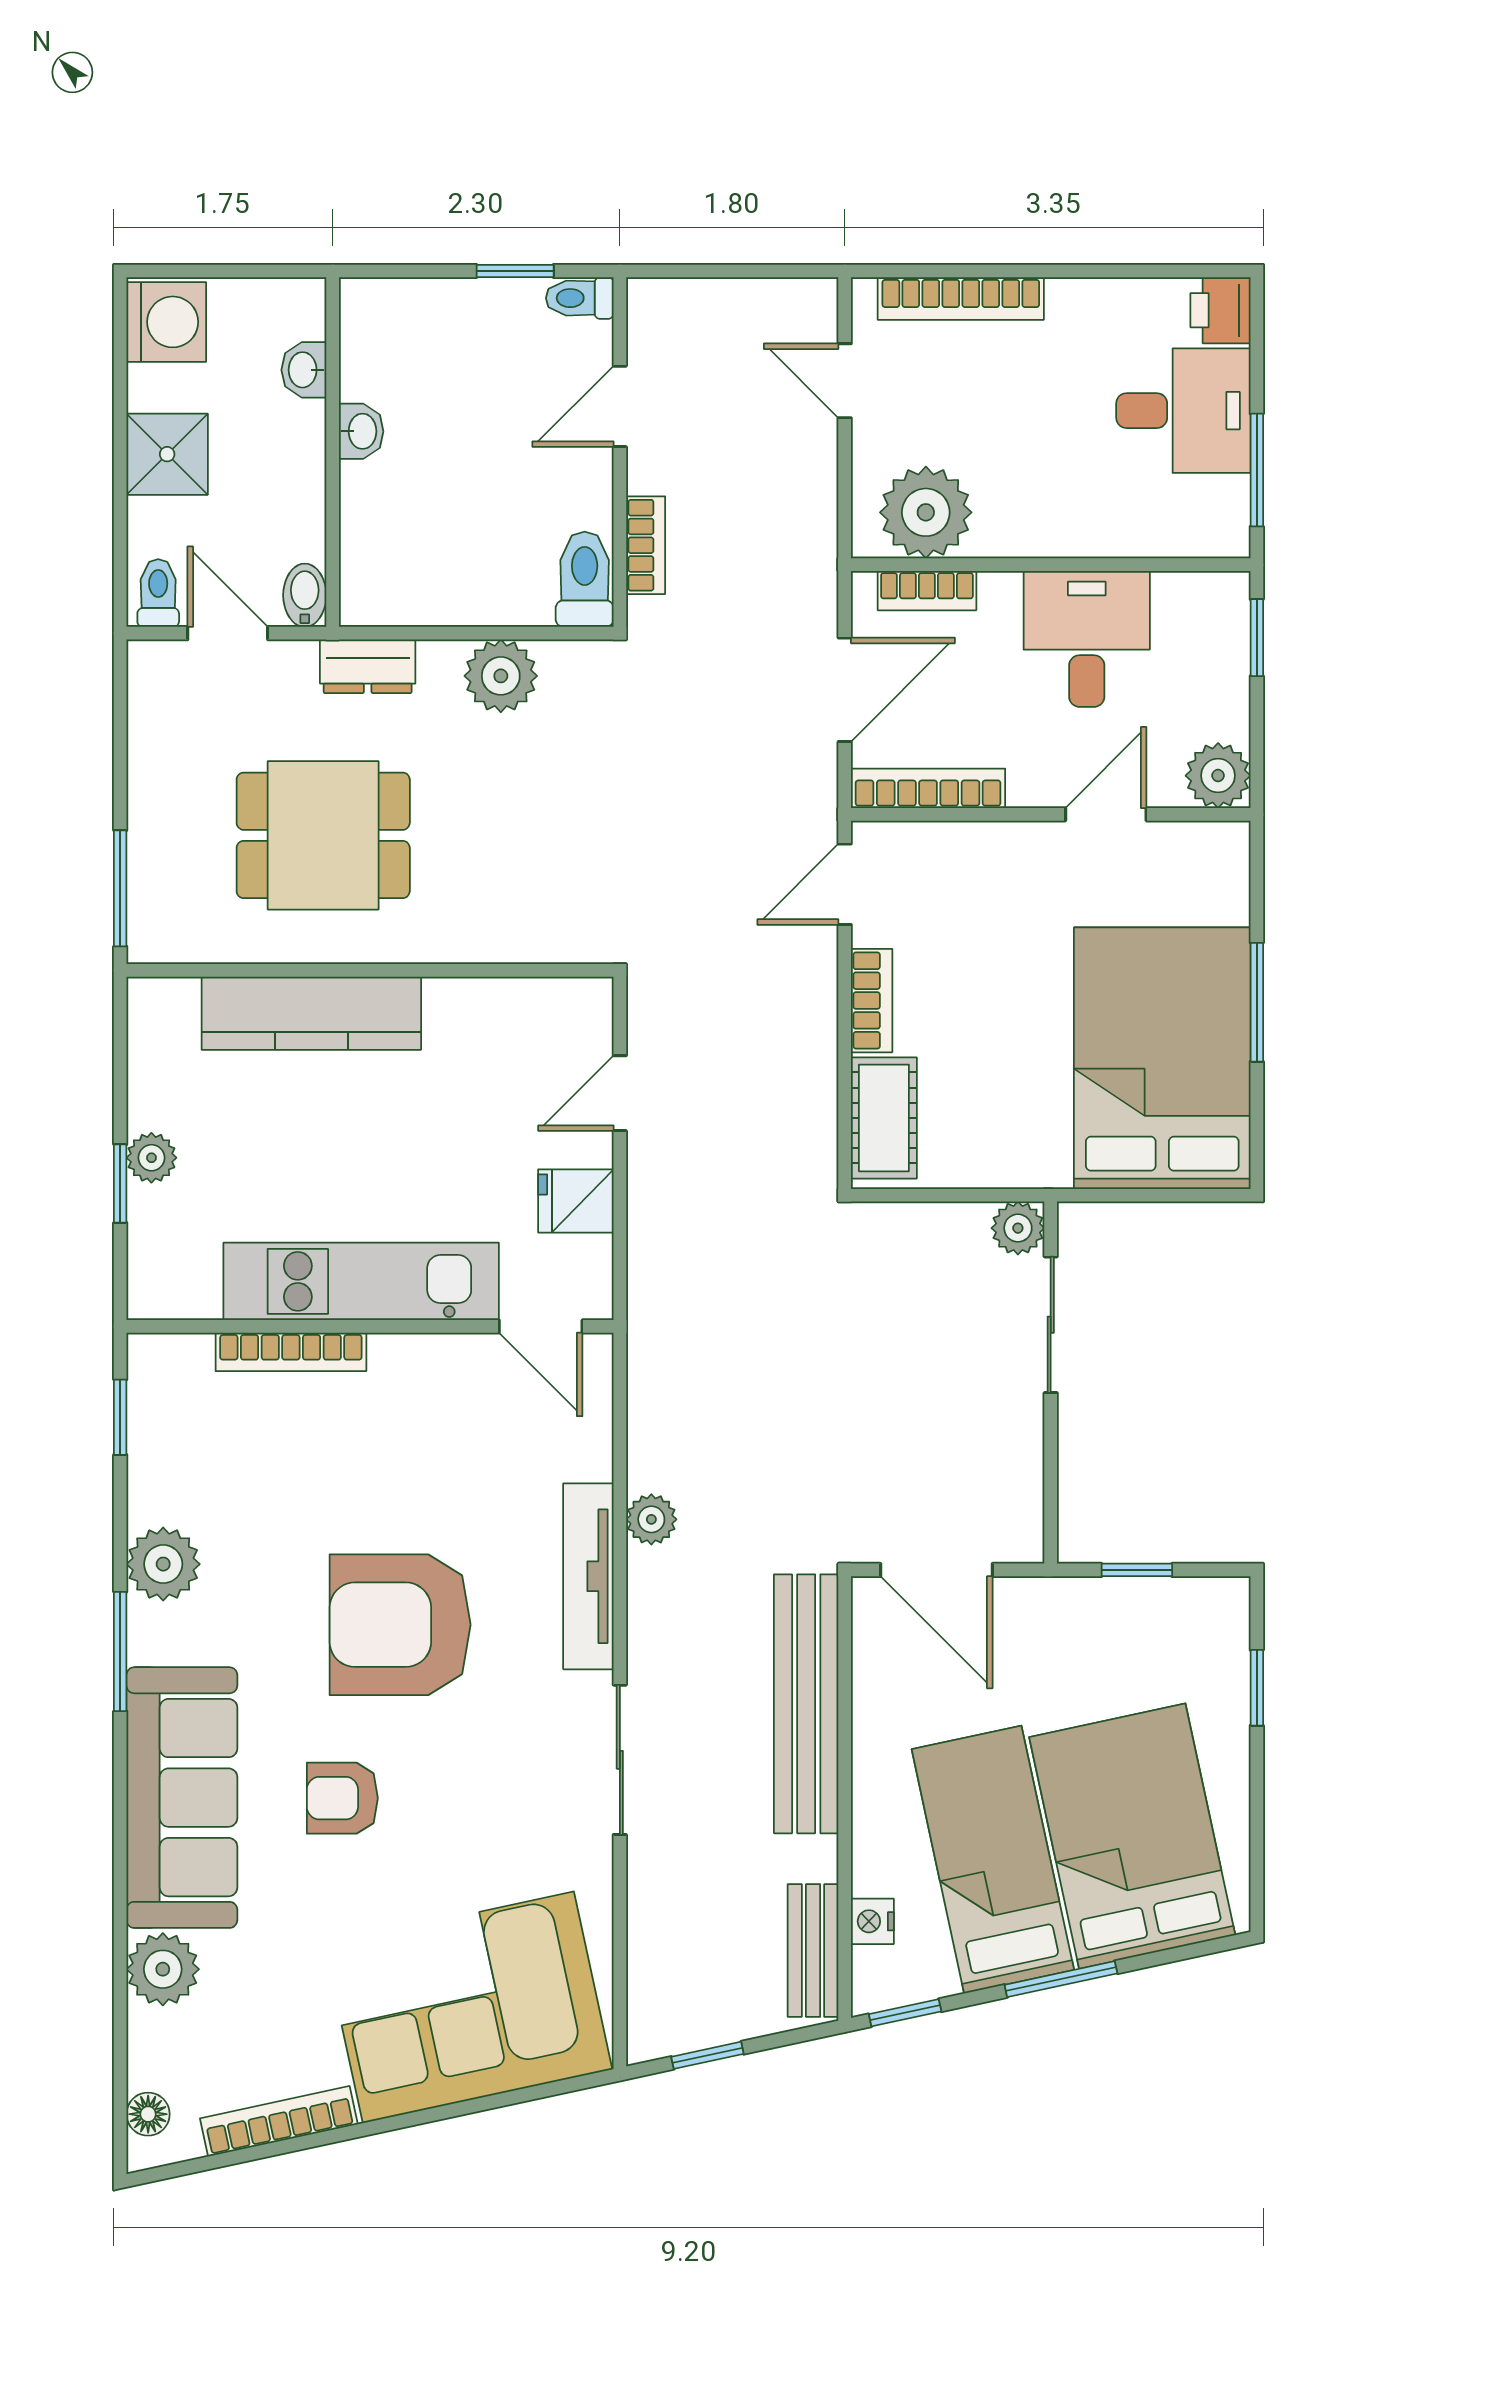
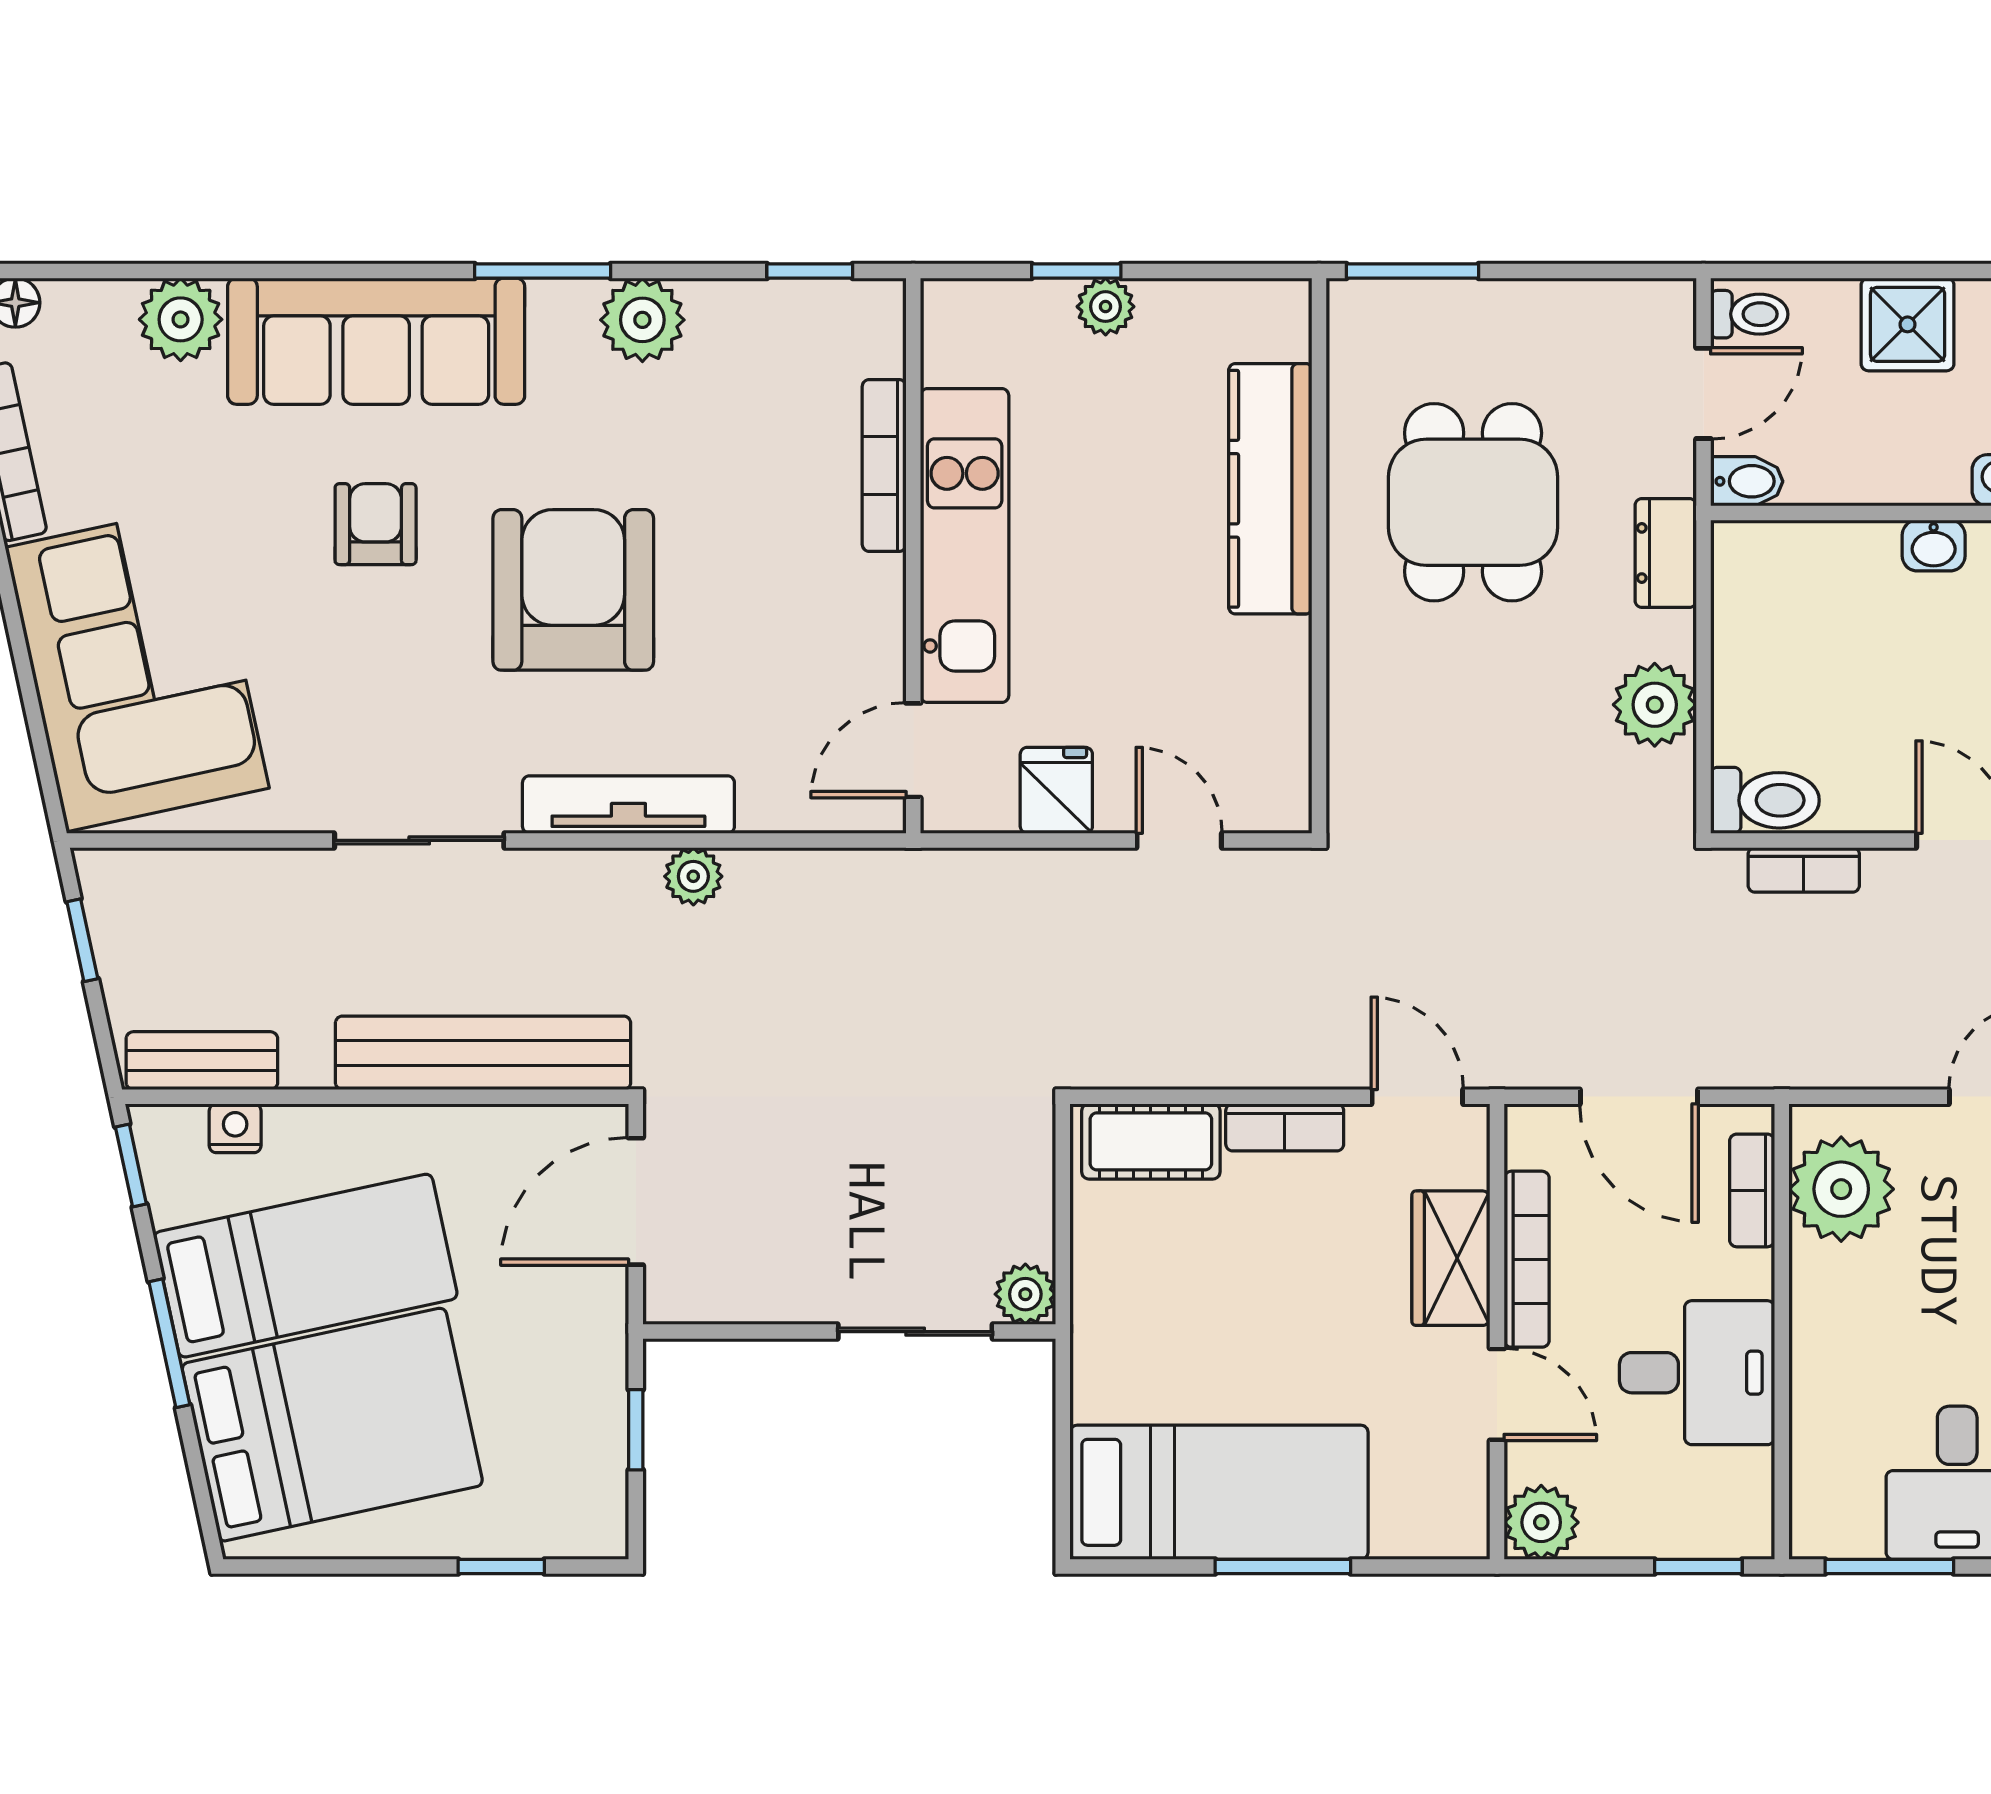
bookcase: (928, 788) -> (1527, 1259), moved
wardrobe: (986, 855) -> (1451, 1258), added
bed: (1162, 1058) -> (1219, 1492), width x0.67

